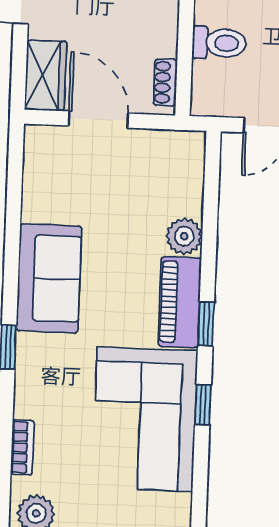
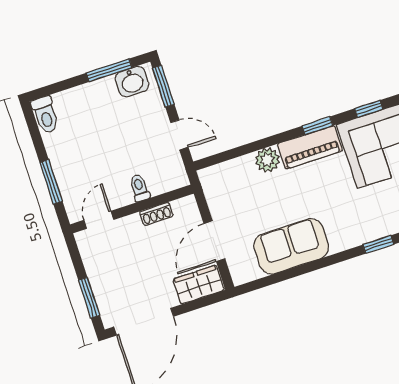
toilet: (219, 43) -> (140, 188), width x0.73, depth x0.72
shoe rack: (165, 82) -> (156, 214), moved
sofa: (49, 278) -> (291, 246), moved

